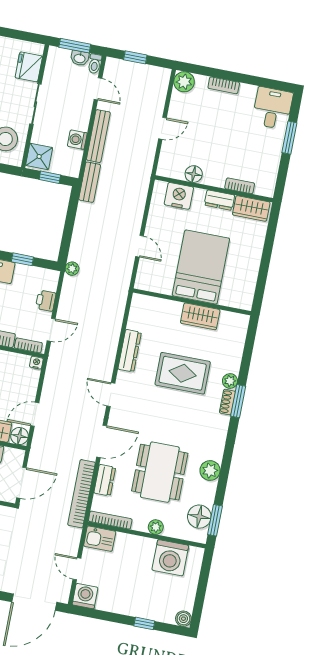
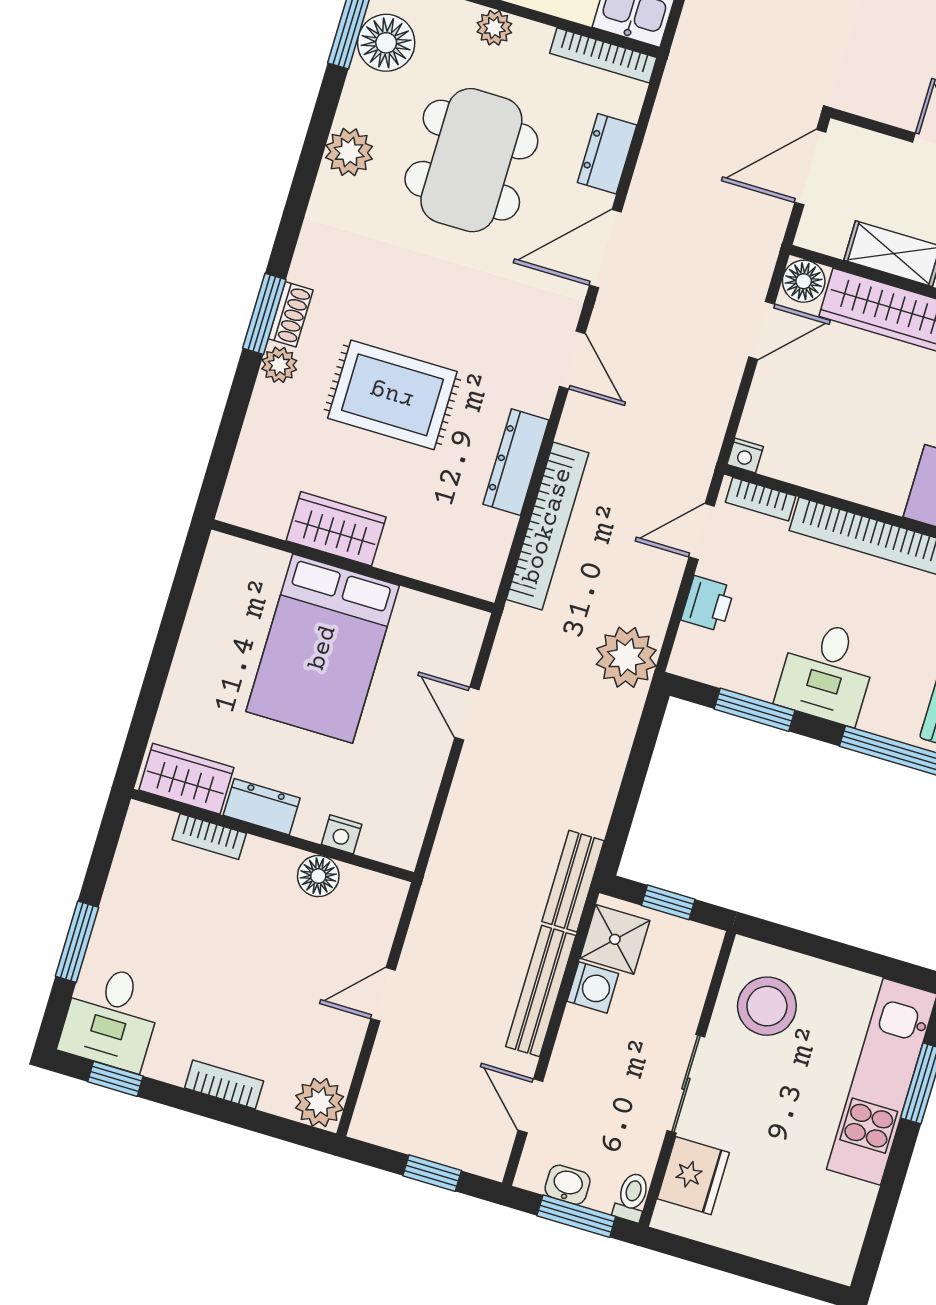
toilet: (95, 64) -> (632, 1197), moved
window: (268, 83) -> (115, 1079), added
shower: (39, 156) -> (615, 939), moved
nightstand: (179, 196) -> (342, 834), width x0.53, depth x0.56
window: (22, 259) -> (754, 710), width x1.50
plant: (72, 269) -> (626, 657), width x1.88, depth x1.88
bookcase: (81, 494) -> (548, 526), moved

